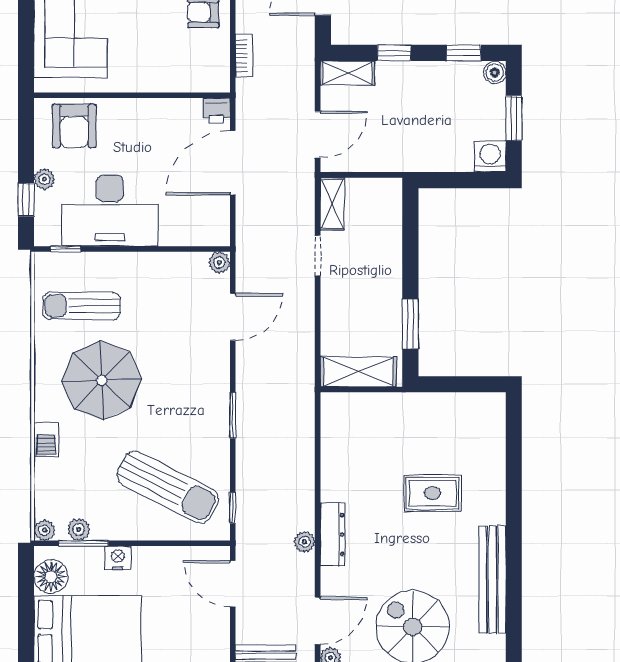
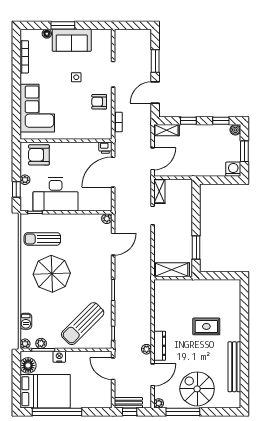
armchair: (74, 126) -> (39, 155), turned 90
barbecue: (46, 440) -> (26, 321), moved
sun lounger: (168, 487) -> (83, 324), turned 108
door: (318, 621) -> (153, 375), moved

